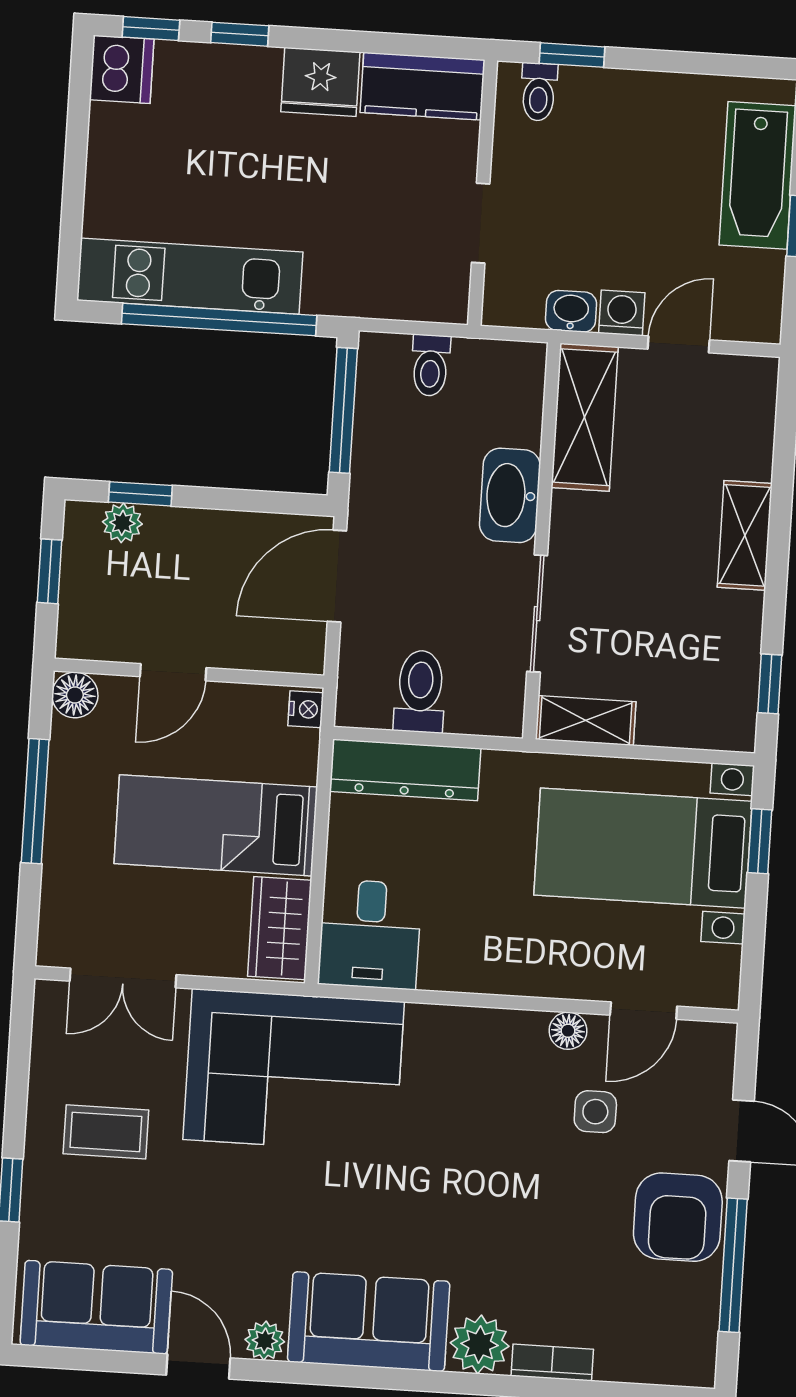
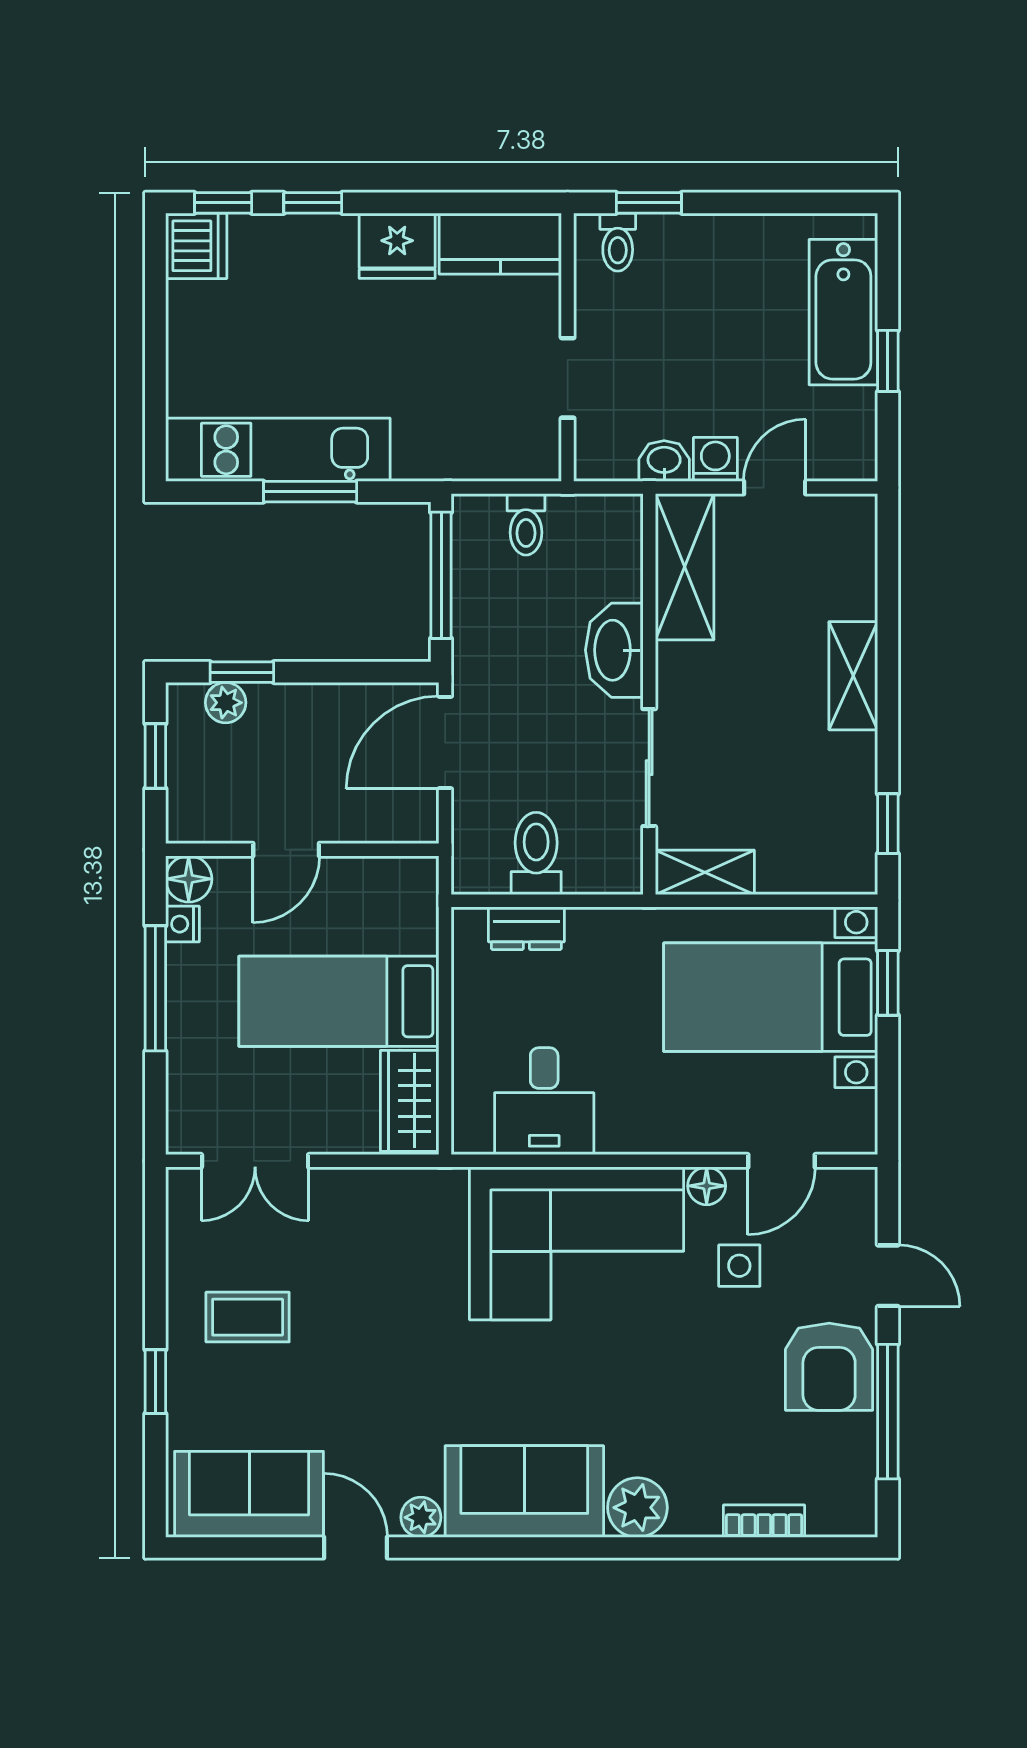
window: (219, 320) -> (310, 492), width x0.47
nightstand: (306, 709) -> (182, 924), moved, turned 180
dresser: (405, 770) -> (526, 928), width x0.51, depth x0.80
desk: (370, 934) -> (544, 1101), moved
corner sofa: (294, 1071) -> (577, 1243), moved
bookcase: (552, 1363) -> (764, 1521), moved

